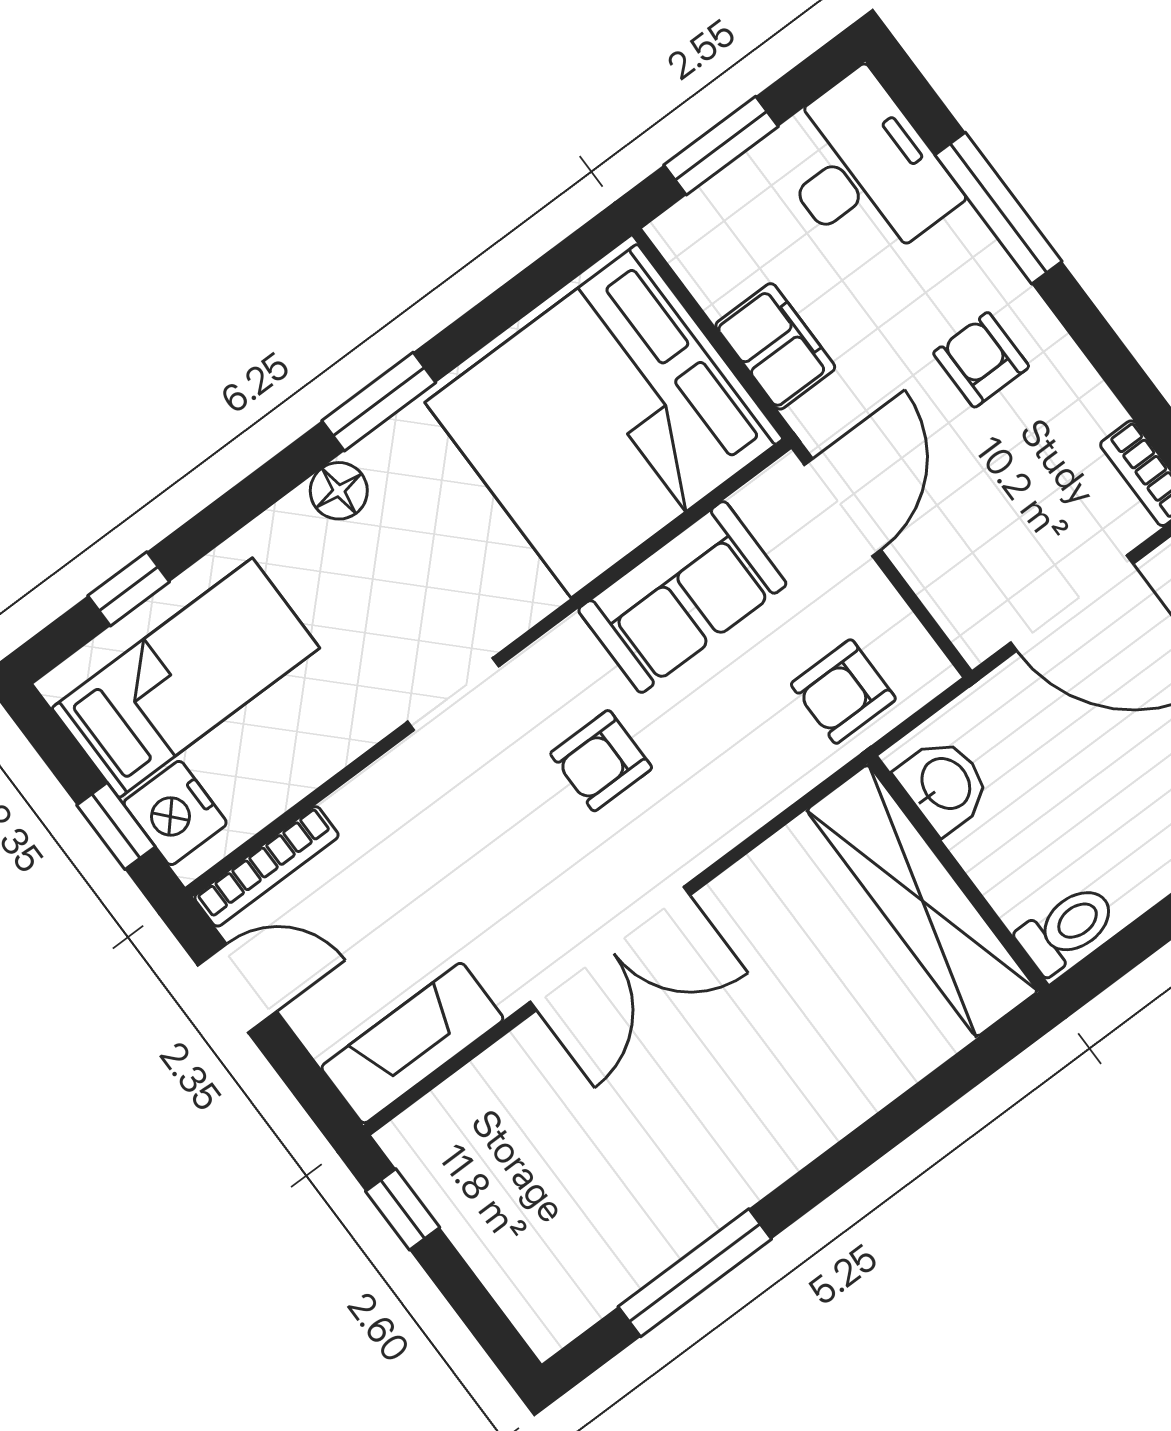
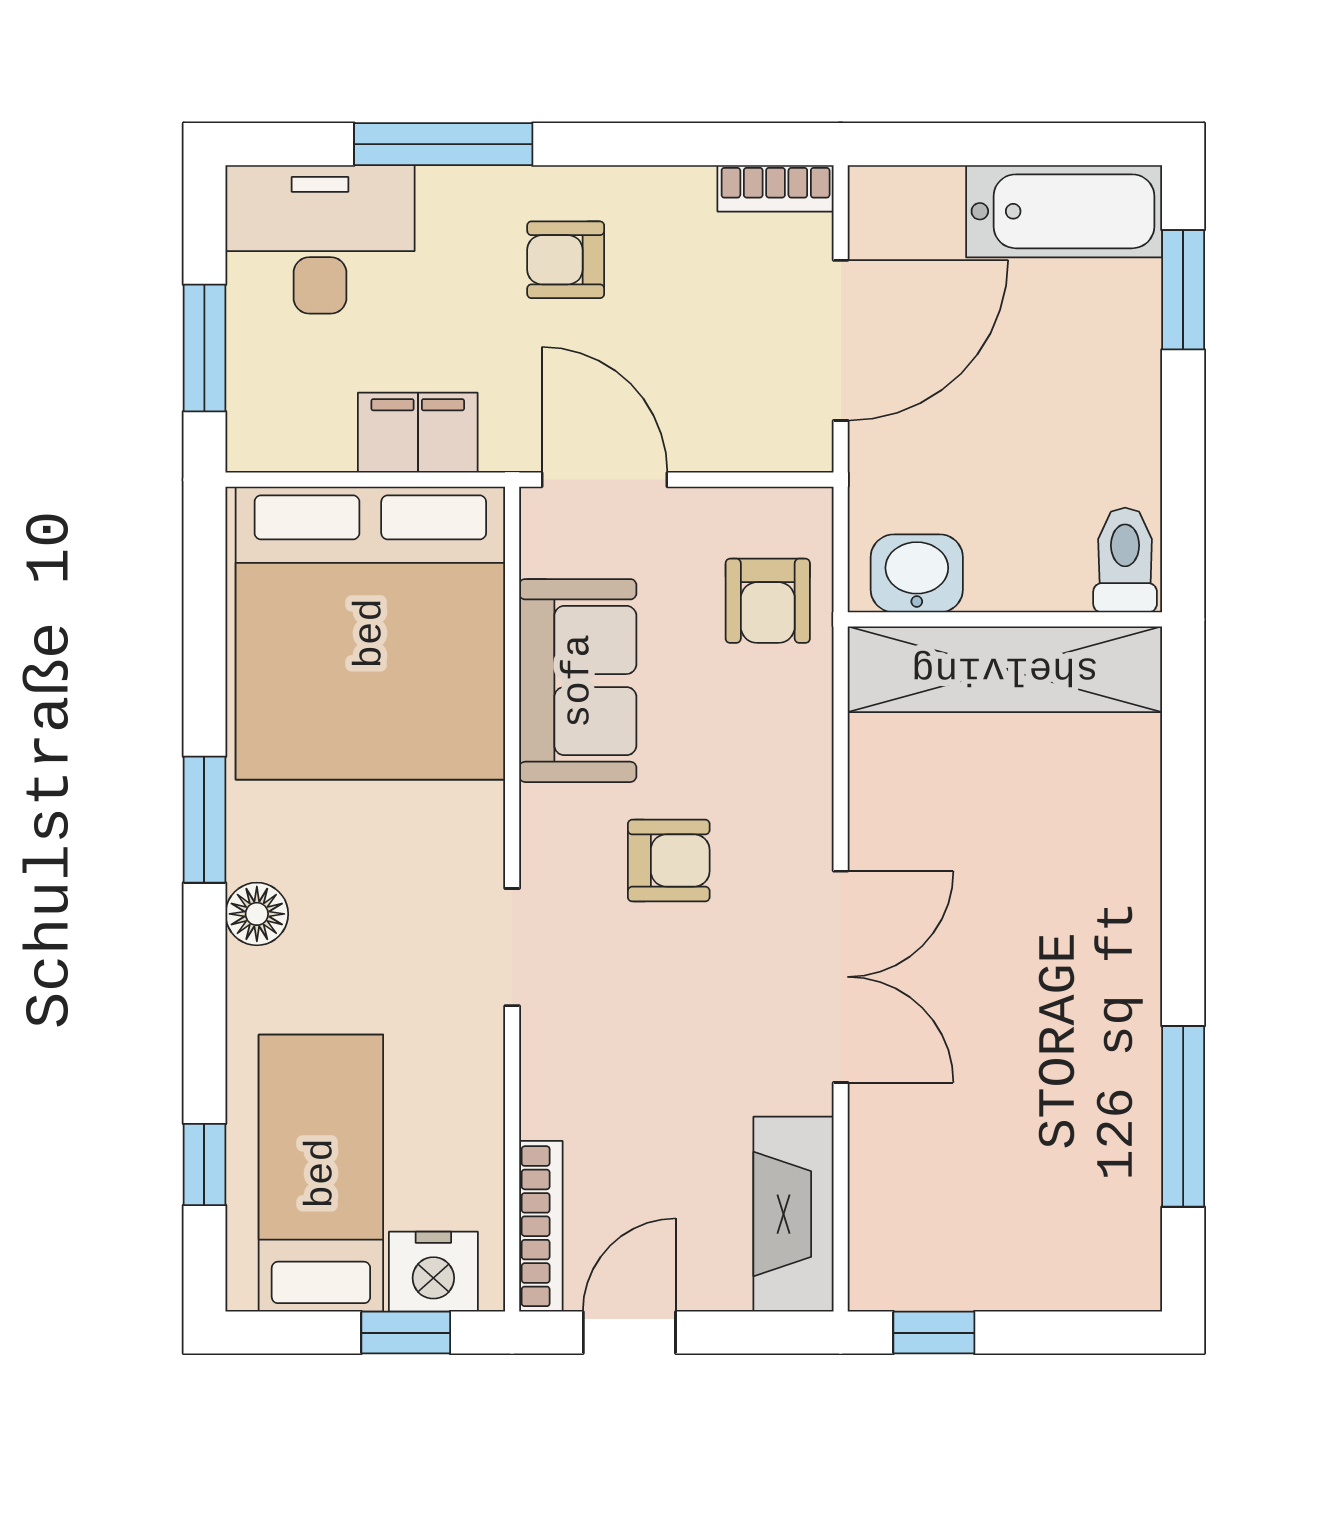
armchair: (601, 761) -> (669, 861), turned -90

